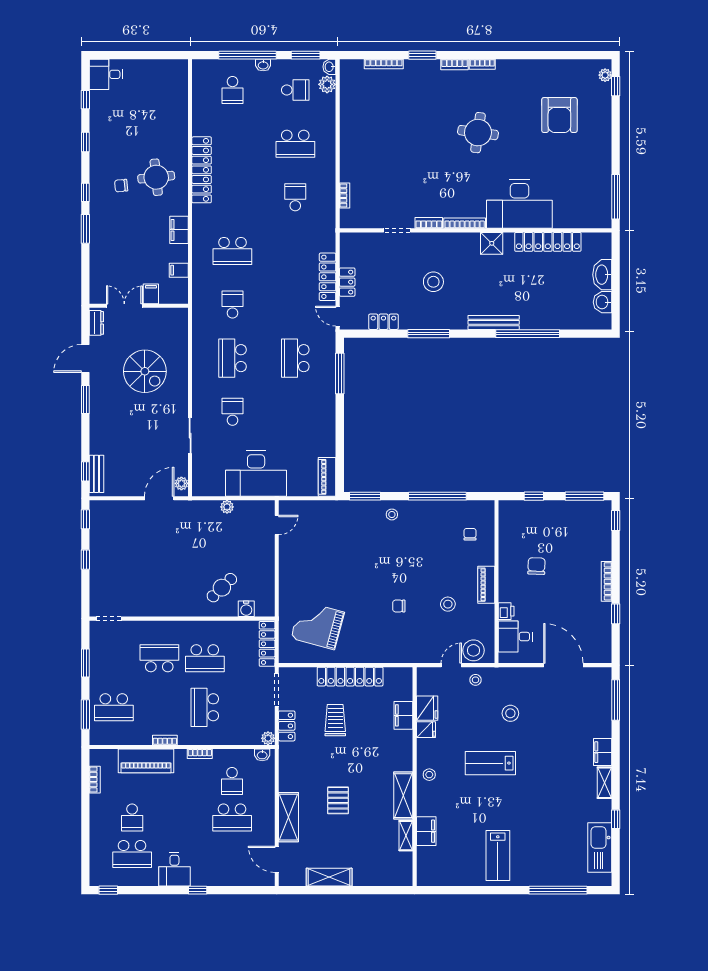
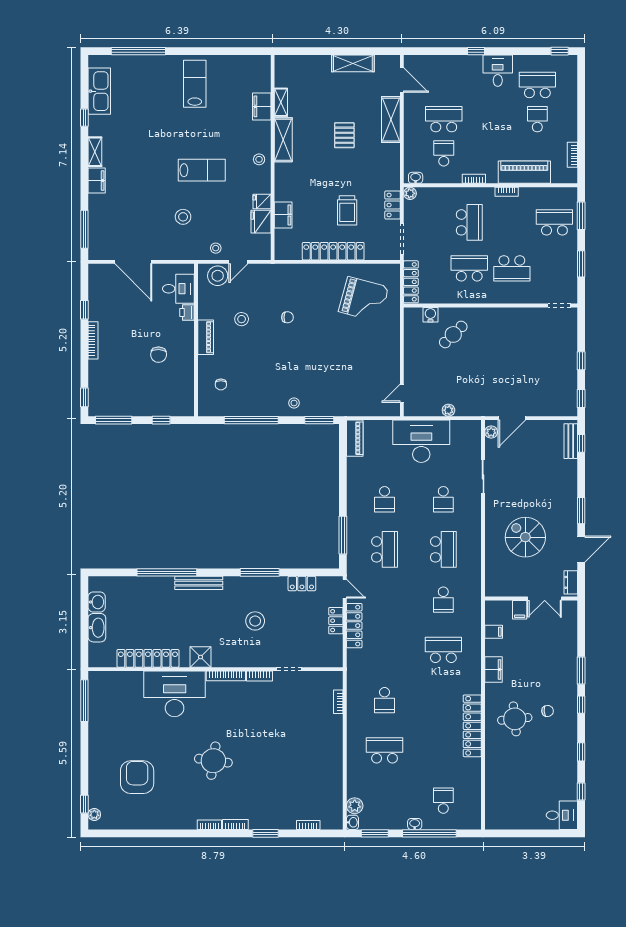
bookcase: (384, 64) -> (308, 825), width x0.64
school desk: (295, 90) -> (385, 499), moved, turned -90

